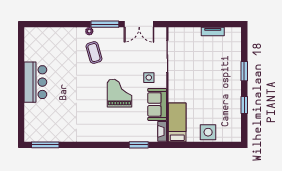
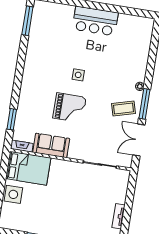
coffee table: (94, 53) -> (123, 108), moved
side table: (149, 78) -> (78, 75), moved
bed: (177, 122) -> (28, 168), width x1.50

